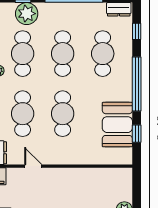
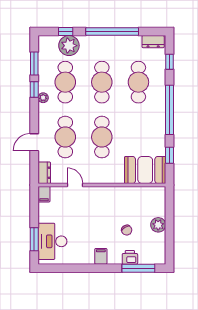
booth: (117, 125) -> (145, 170), moved, turned 90

